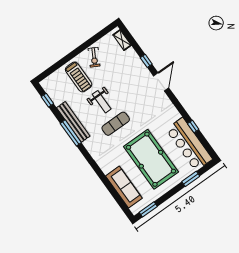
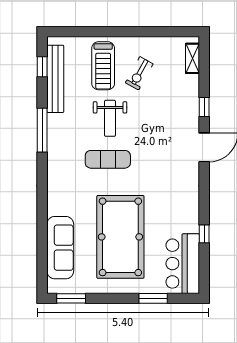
exercise bike: (94, 57) -> (139, 73), moved
bench: (73, 122) -> (55, 79), moved
bar counter: (189, 144) -> (183, 264), width x0.73

